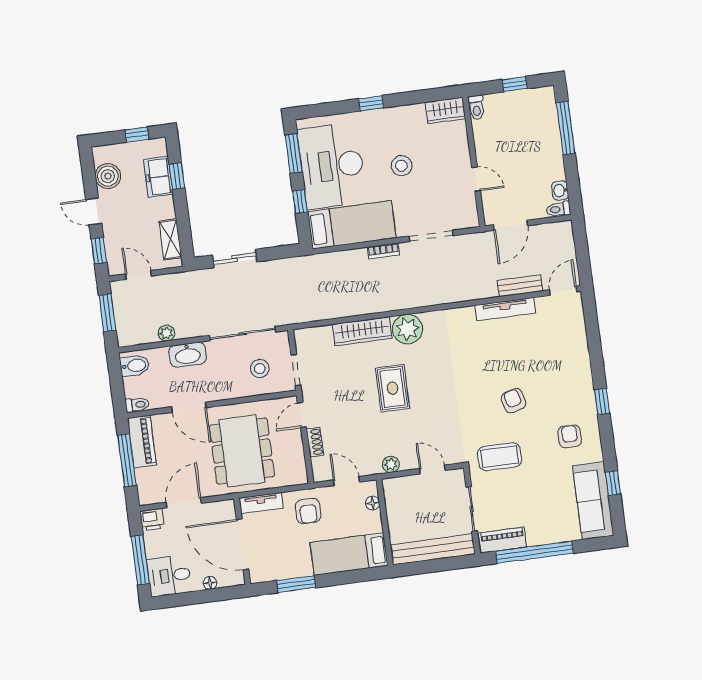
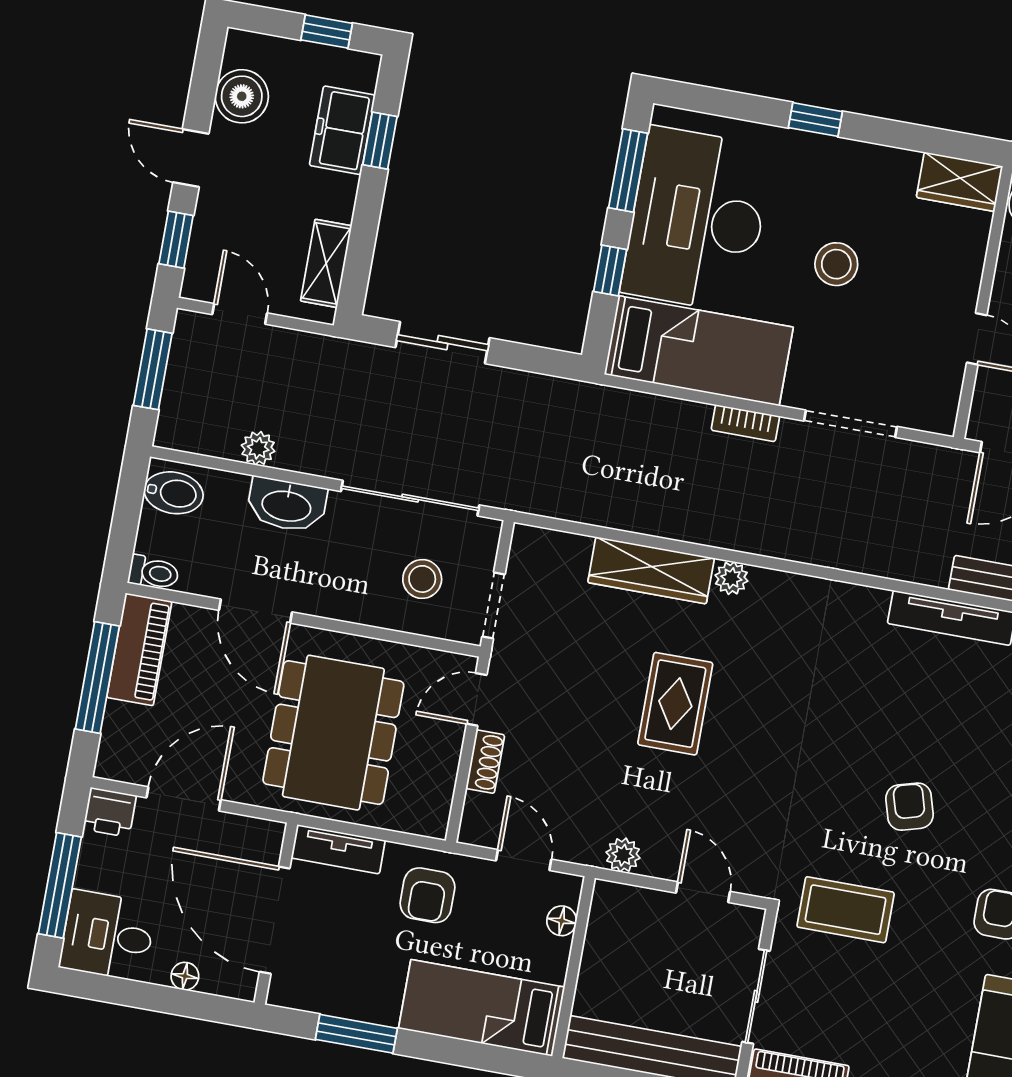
plant: (407, 329) -> (731, 578), width x0.53, depth x0.53

